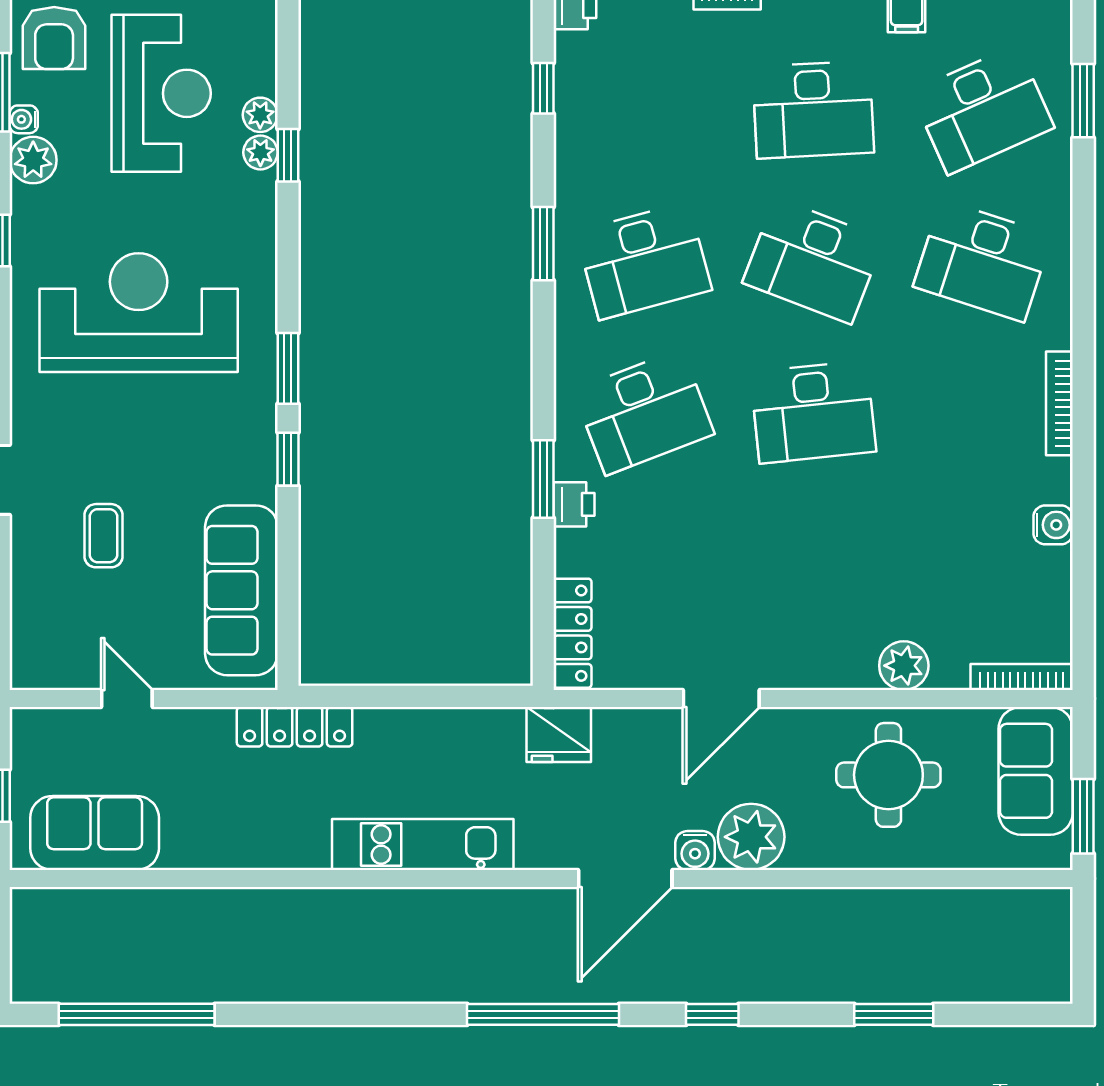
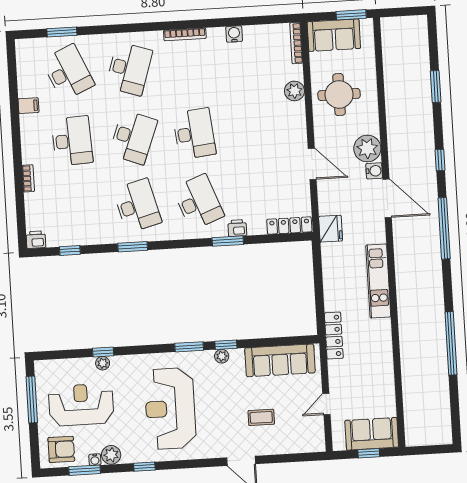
plant: (260, 115) -> (222, 356), moved
sofa: (95, 833) -> (372, 434), moved, turned 90
window: (137, 1014) -> (451, 343), moved

